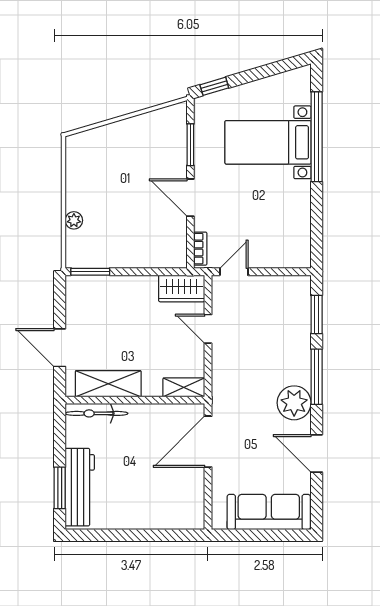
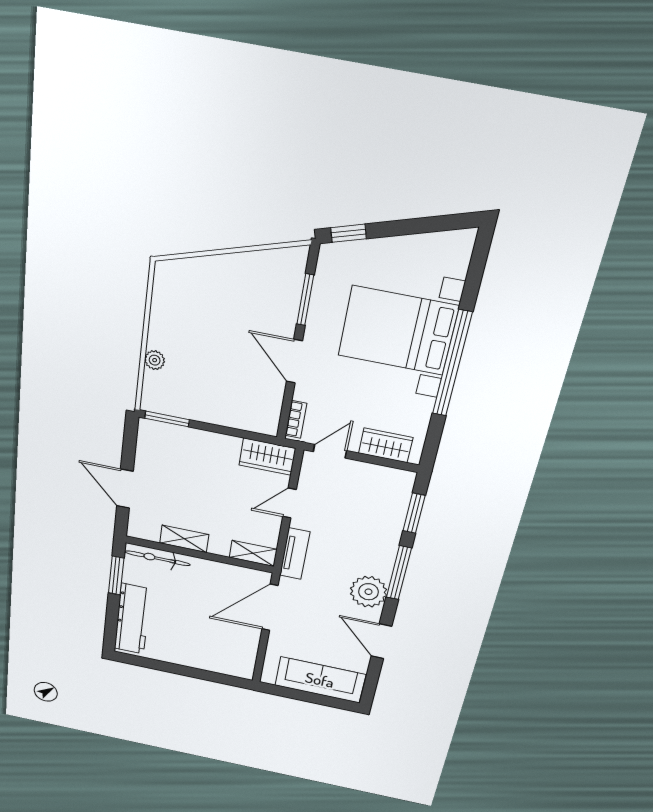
window: (317, 137) -> (452, 364), moved
bed with nightstands: (268, 142) -> (398, 331), width x1.36
wardrobe: (279, 256) -> (386, 445), added
door: (208, 329) -> (290, 503), hinge flipped
tv unit: (221, 379) -> (295, 554), added
shelving: (108, 384) -> (184, 539), width x0.67, depth x0.75
window: (60, 488) -> (116, 576), moved

